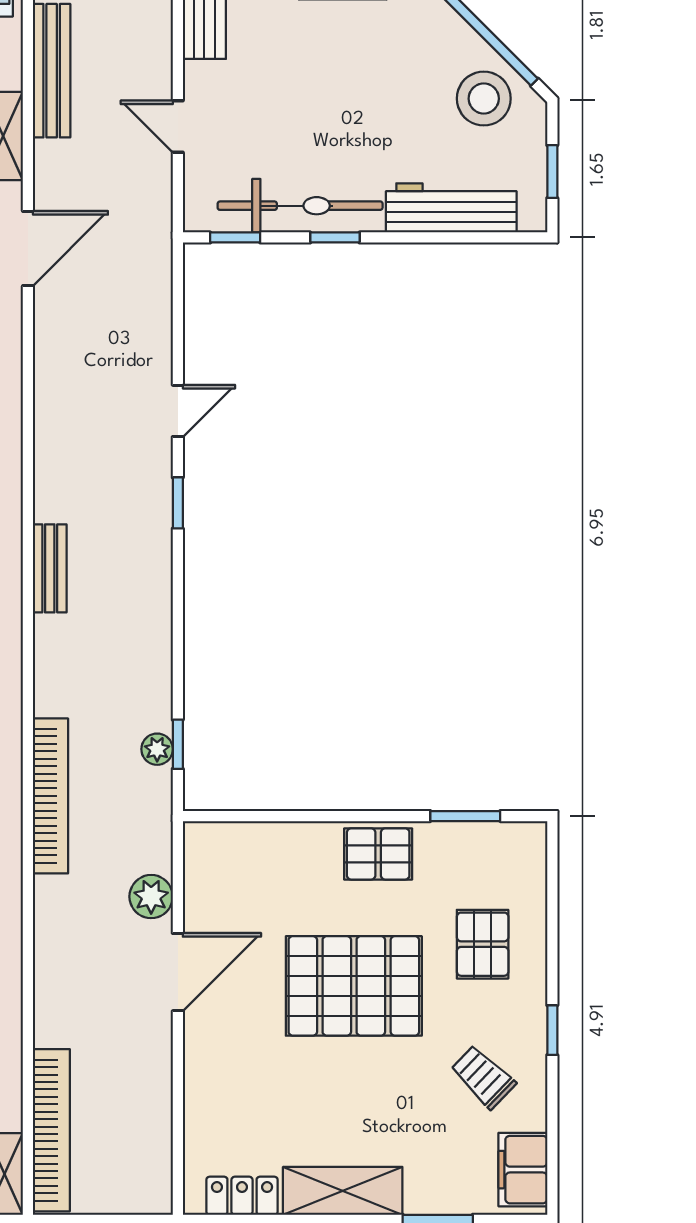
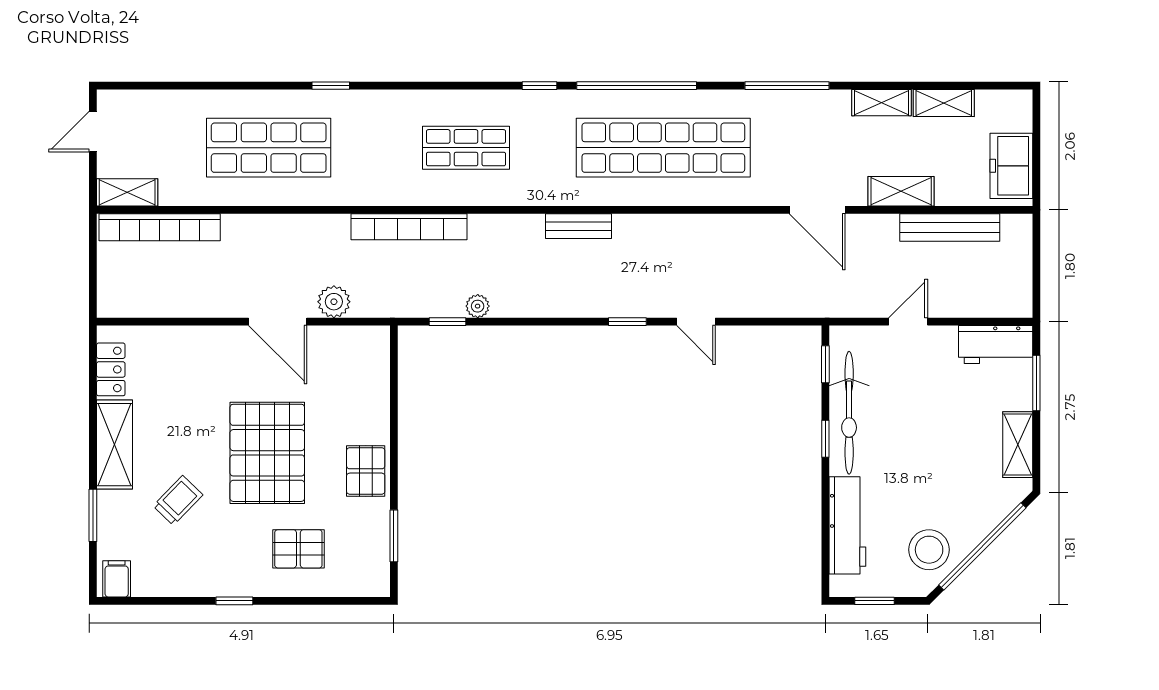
plant: (157, 749) -> (478, 306), moved
trolley: (483, 1077) -> (178, 500), moved
filing cabinet: (523, 1170) -> (117, 579), width x0.50

